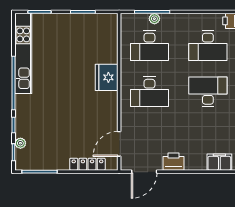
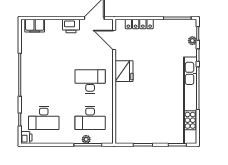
desk: (149, 46) -> (90, 118), turned 180
desk: (208, 46) -> (44, 118), turned 180
kitchen unit: (23, 53) -> (190, 100), width x1.36
fridge: (107, 77) -> (124, 71), moved
desk: (208, 92) -> (44, 81), removed
door: (119, 144) -> (114, 40), swing flipped

